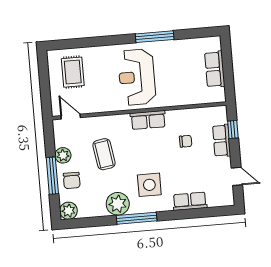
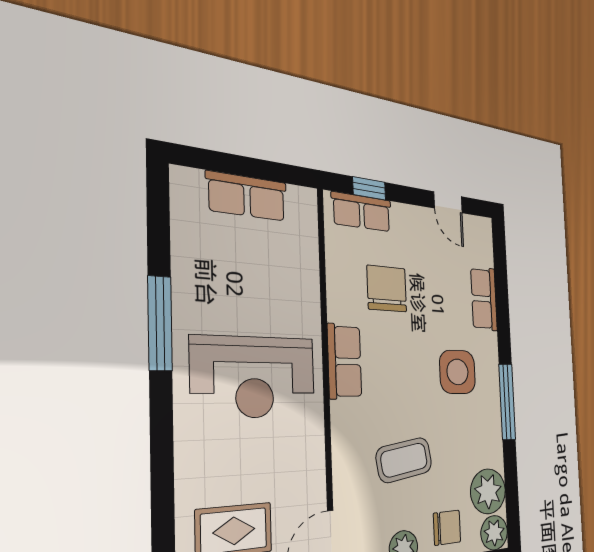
chair: (186, 141) -> (387, 289), width x1.87, depth x1.87
row of seats: (222, 141) -> (362, 212), moved
door: (237, 176) -> (448, 202), swing flipped
plant: (118, 204) -> (488, 491), moved

